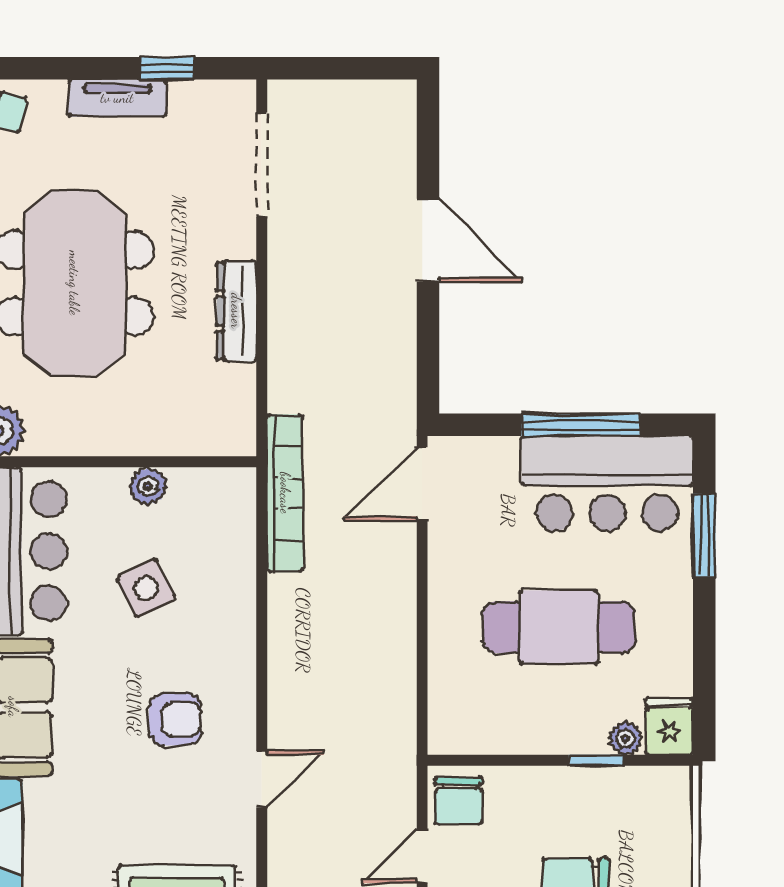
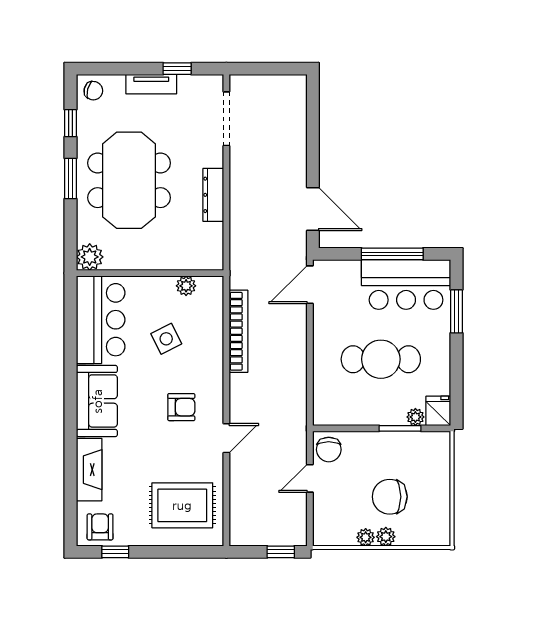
door: (428, 240) -> (313, 209), moved
plant: (148, 486) -> (186, 286), moved
bookcase: (285, 493) -> (238, 331), moved
window: (596, 760) -> (400, 428), width x1.50

